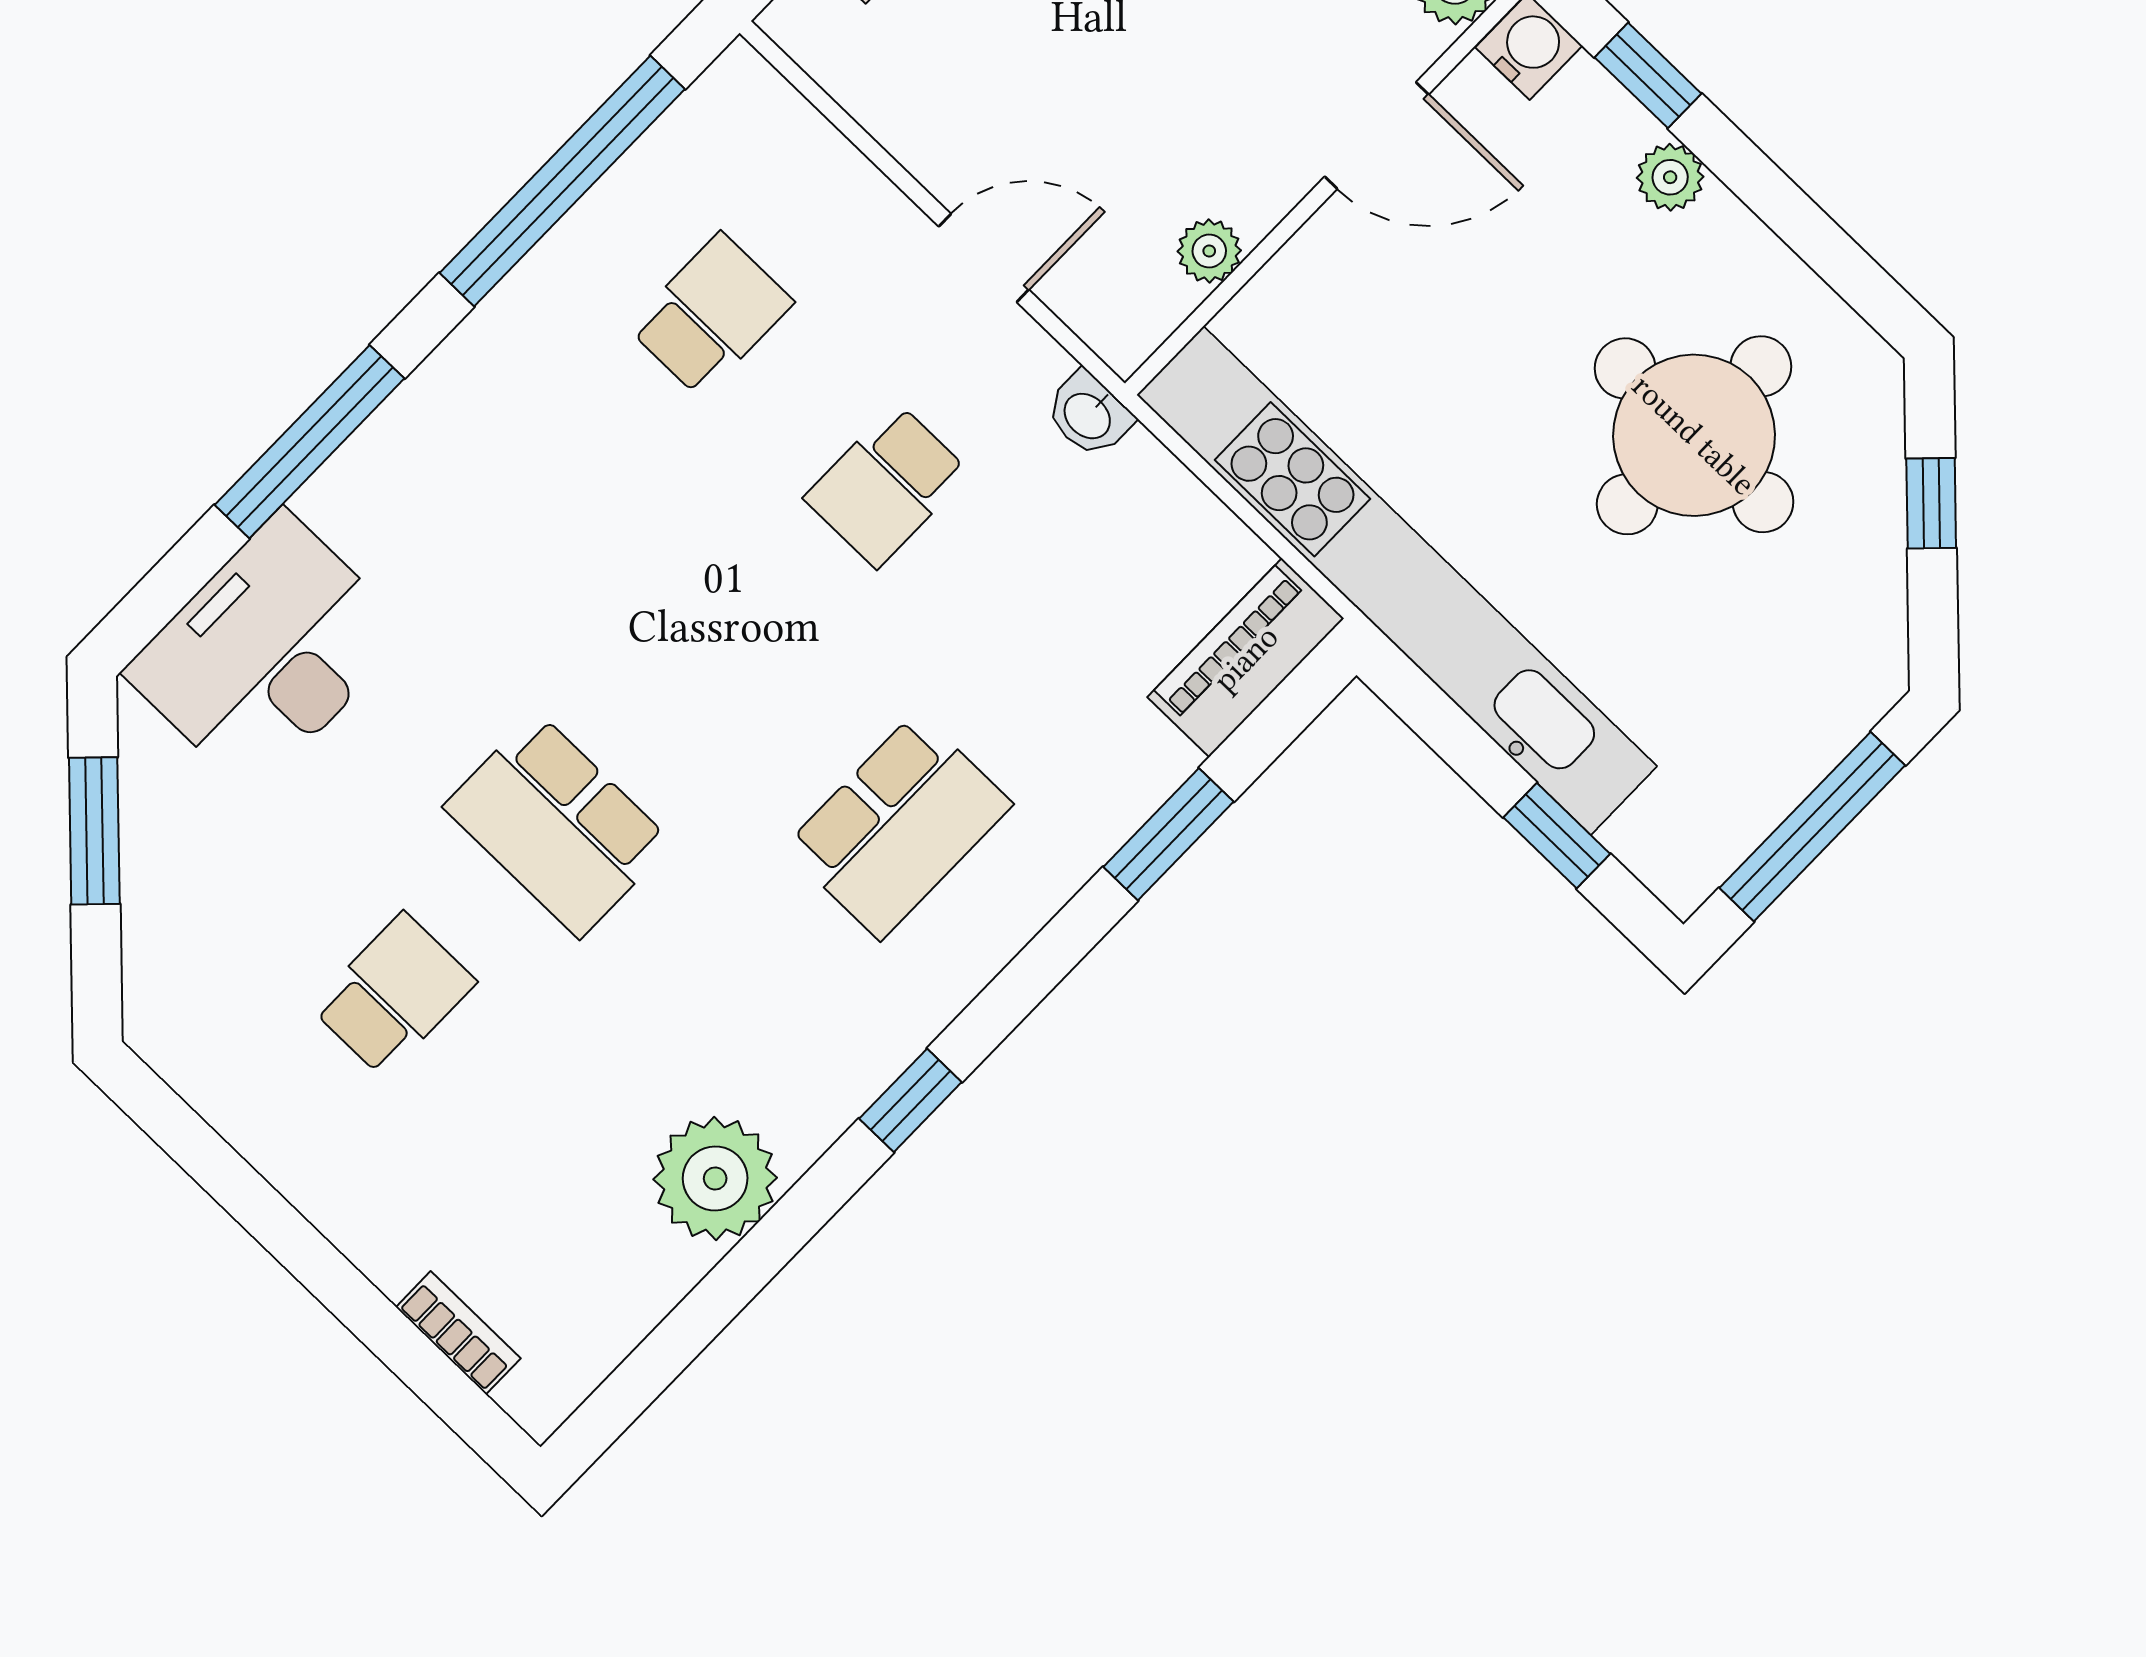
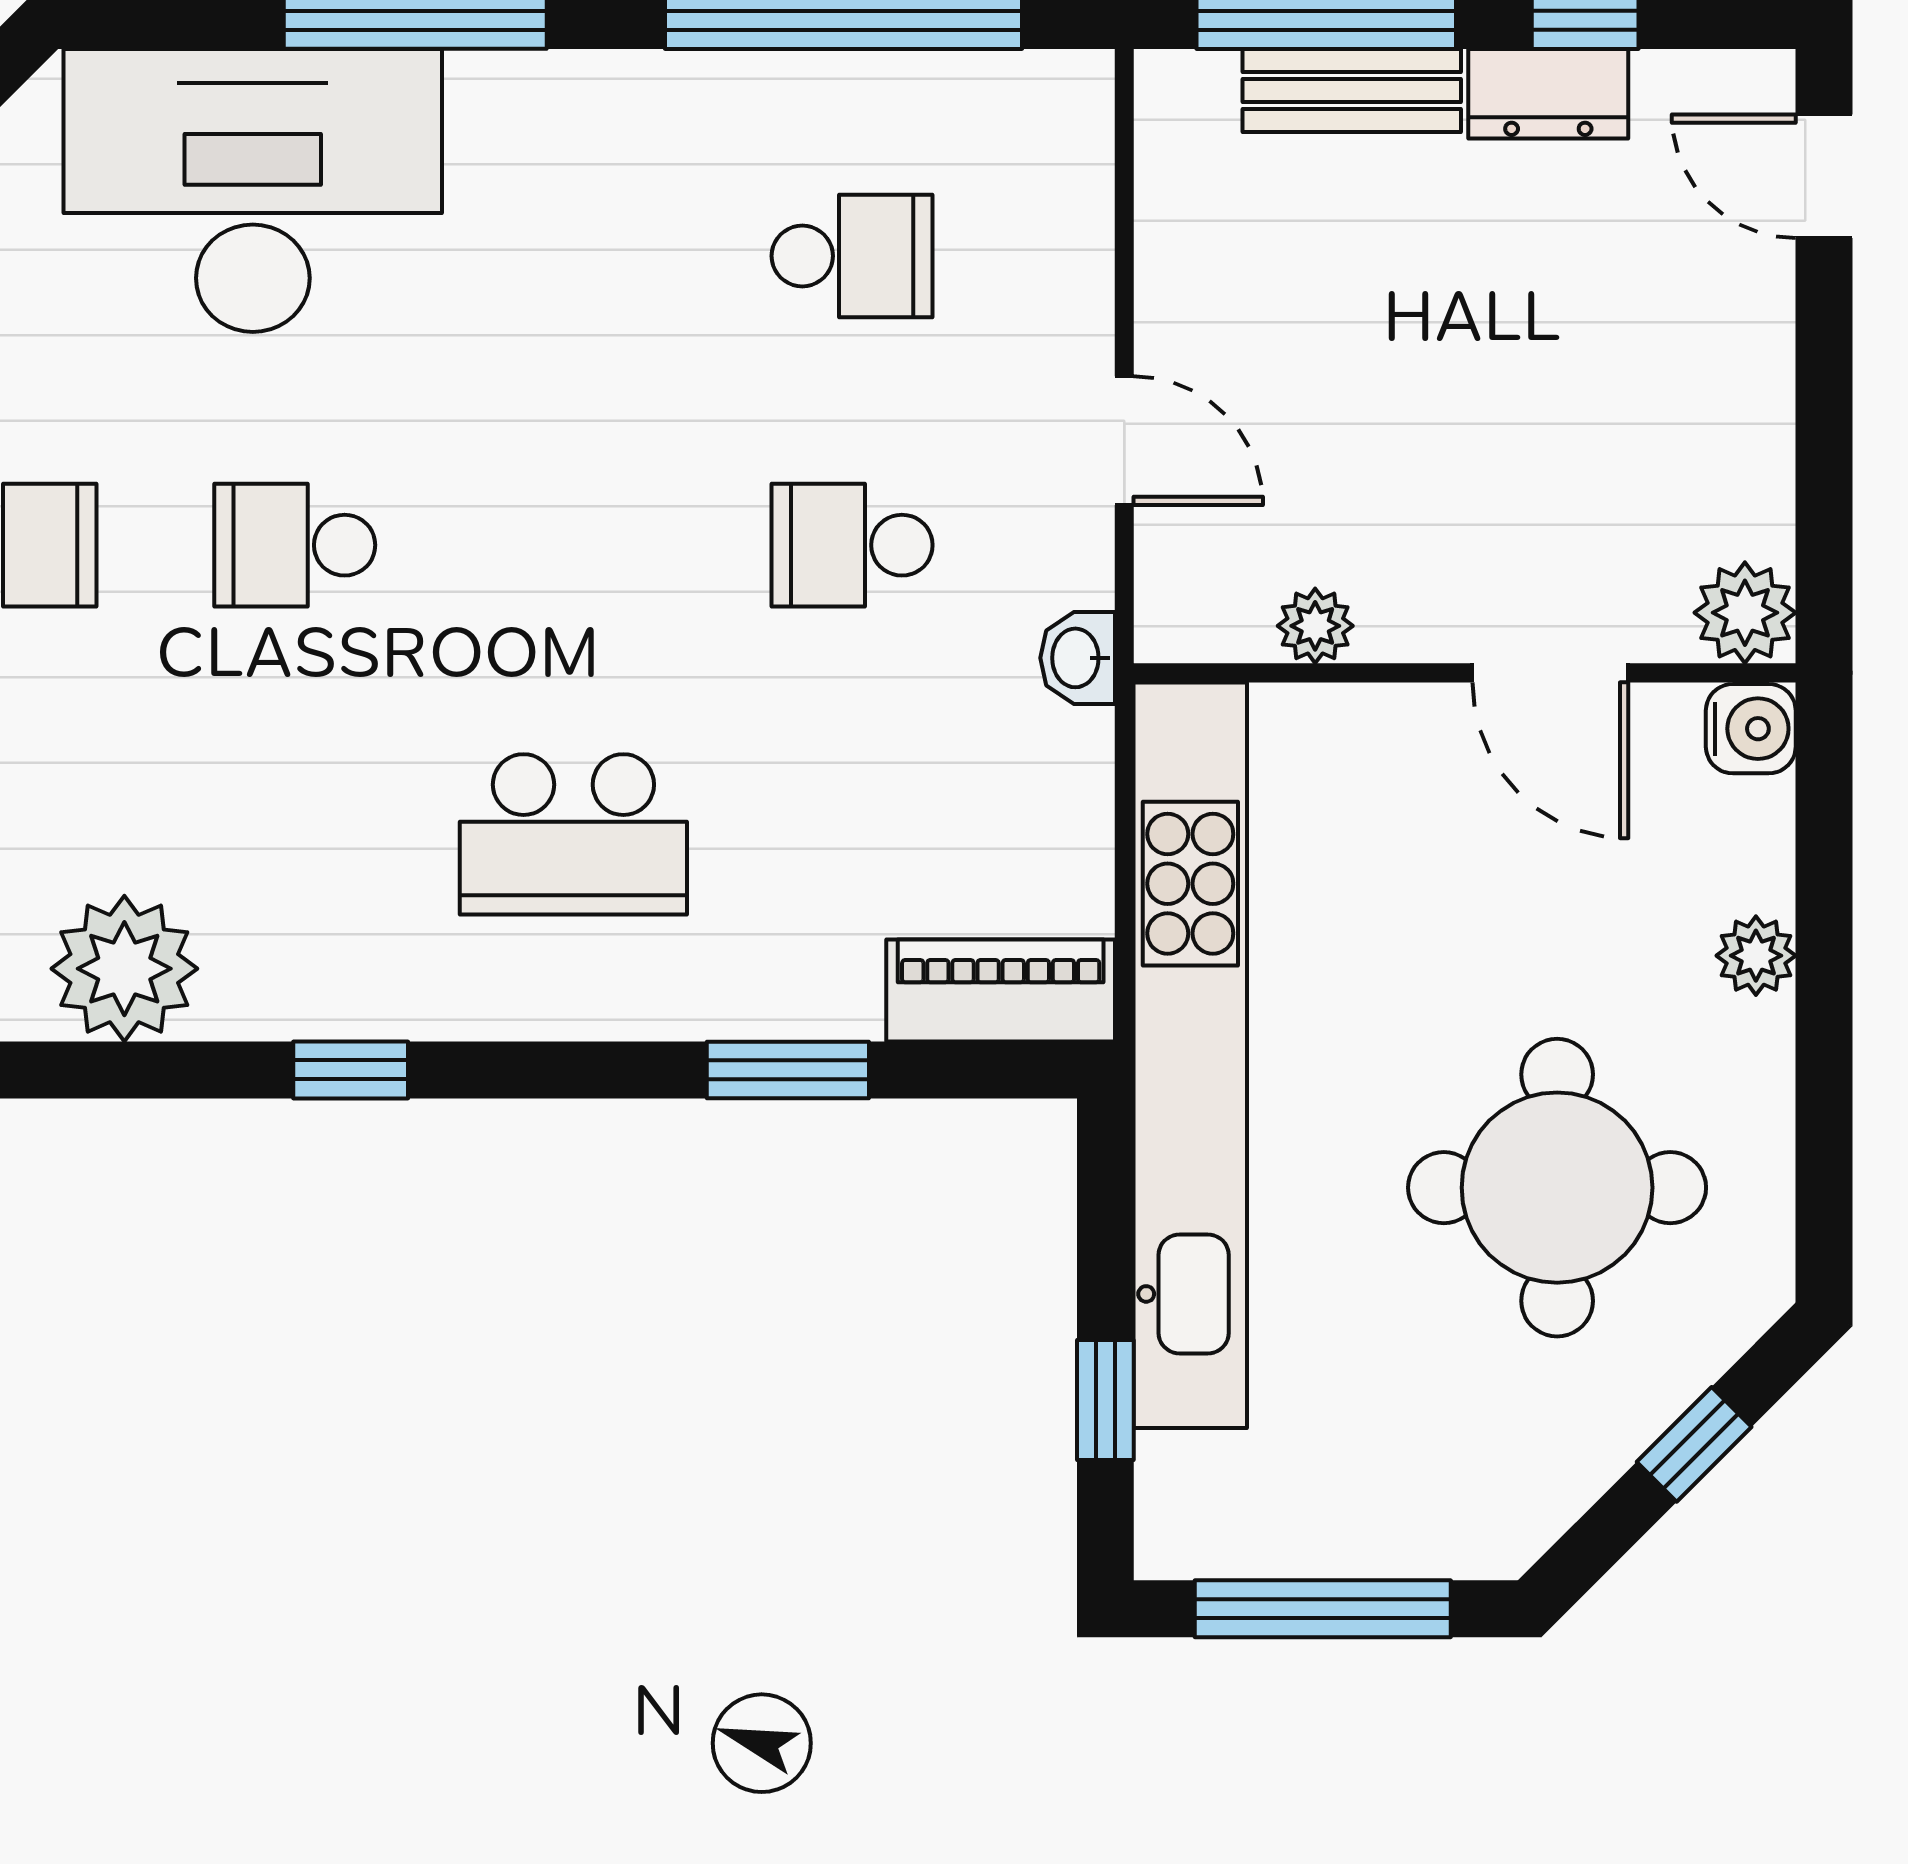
window: (1648, 75) -> (1824, 853), removed
desk: (267, 653) -> (253, 190), width x1.36, depth x1.30
school desk: (558, 825) -> (295, 545), width x0.54

